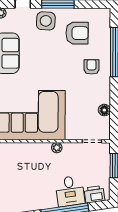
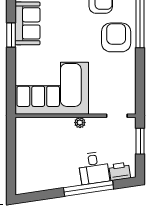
armchair: (92, 67) -> (116, 37), width x1.88, depth x1.88
floor lamp: (104, 110) -> (130, 83), removed

